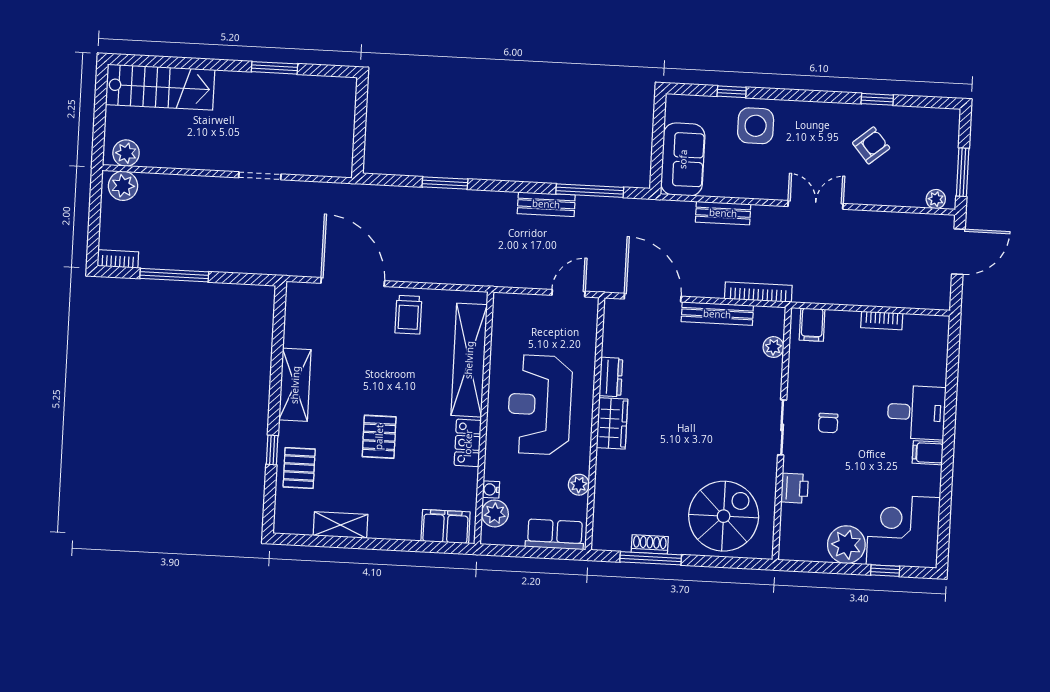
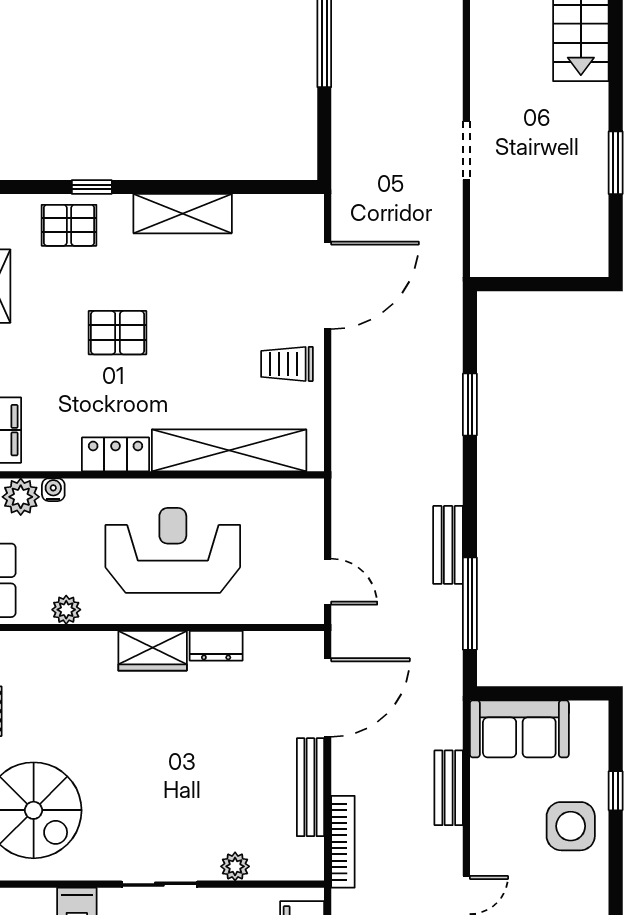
plant: (773, 347) -> (235, 866), moved

